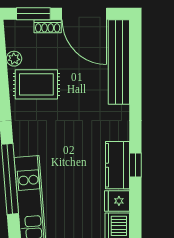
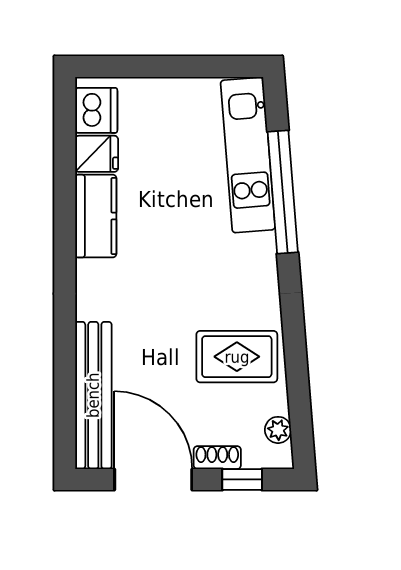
window: (33, 14) -> (242, 479), width x0.67
plant: (14, 59) -> (278, 430), moved
window: (135, 165) -> (65, 216), removed

